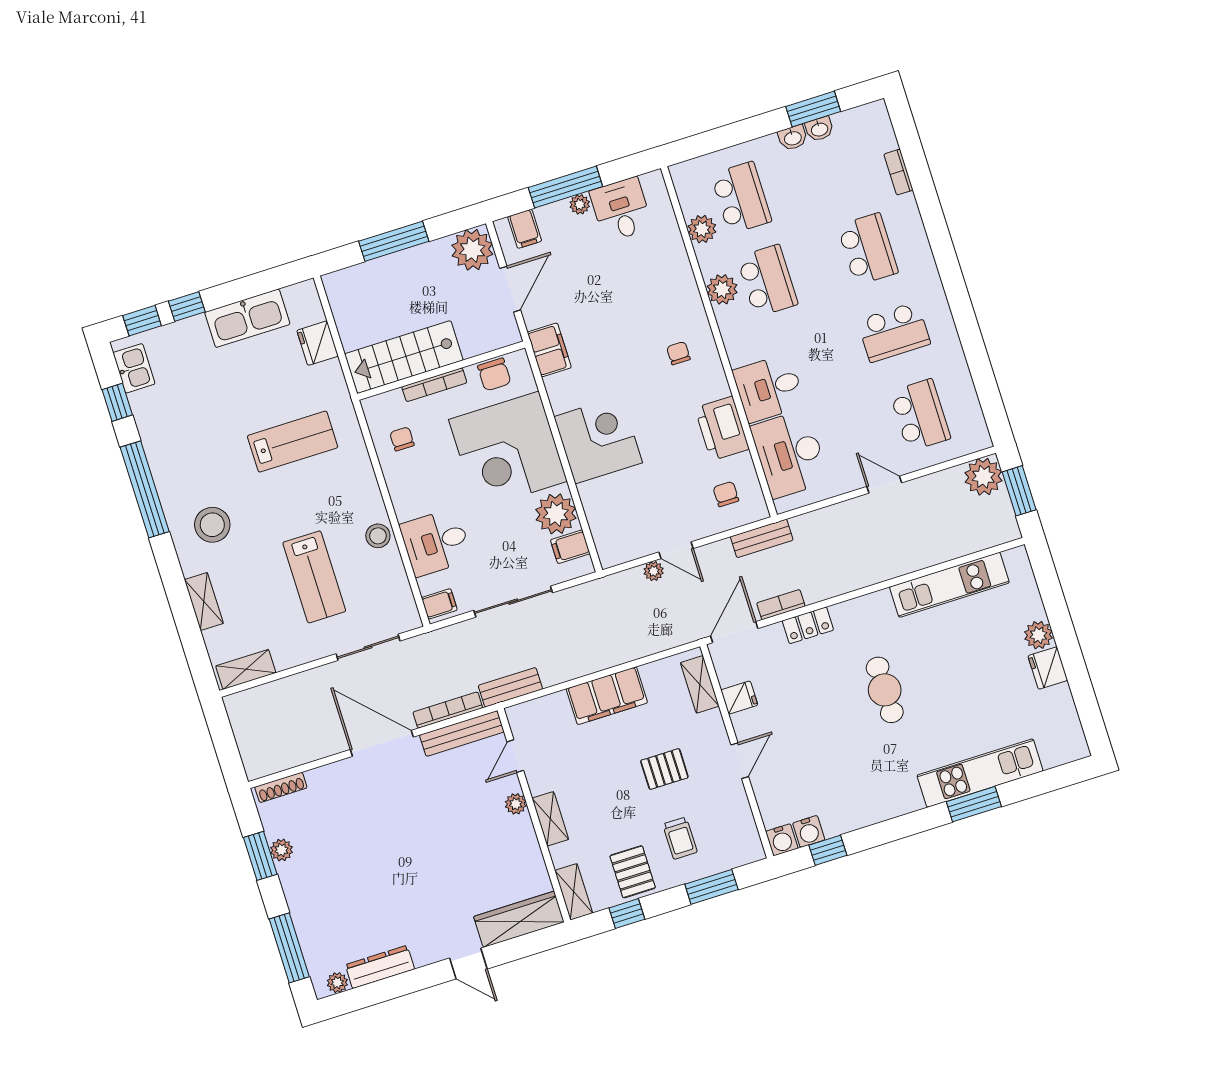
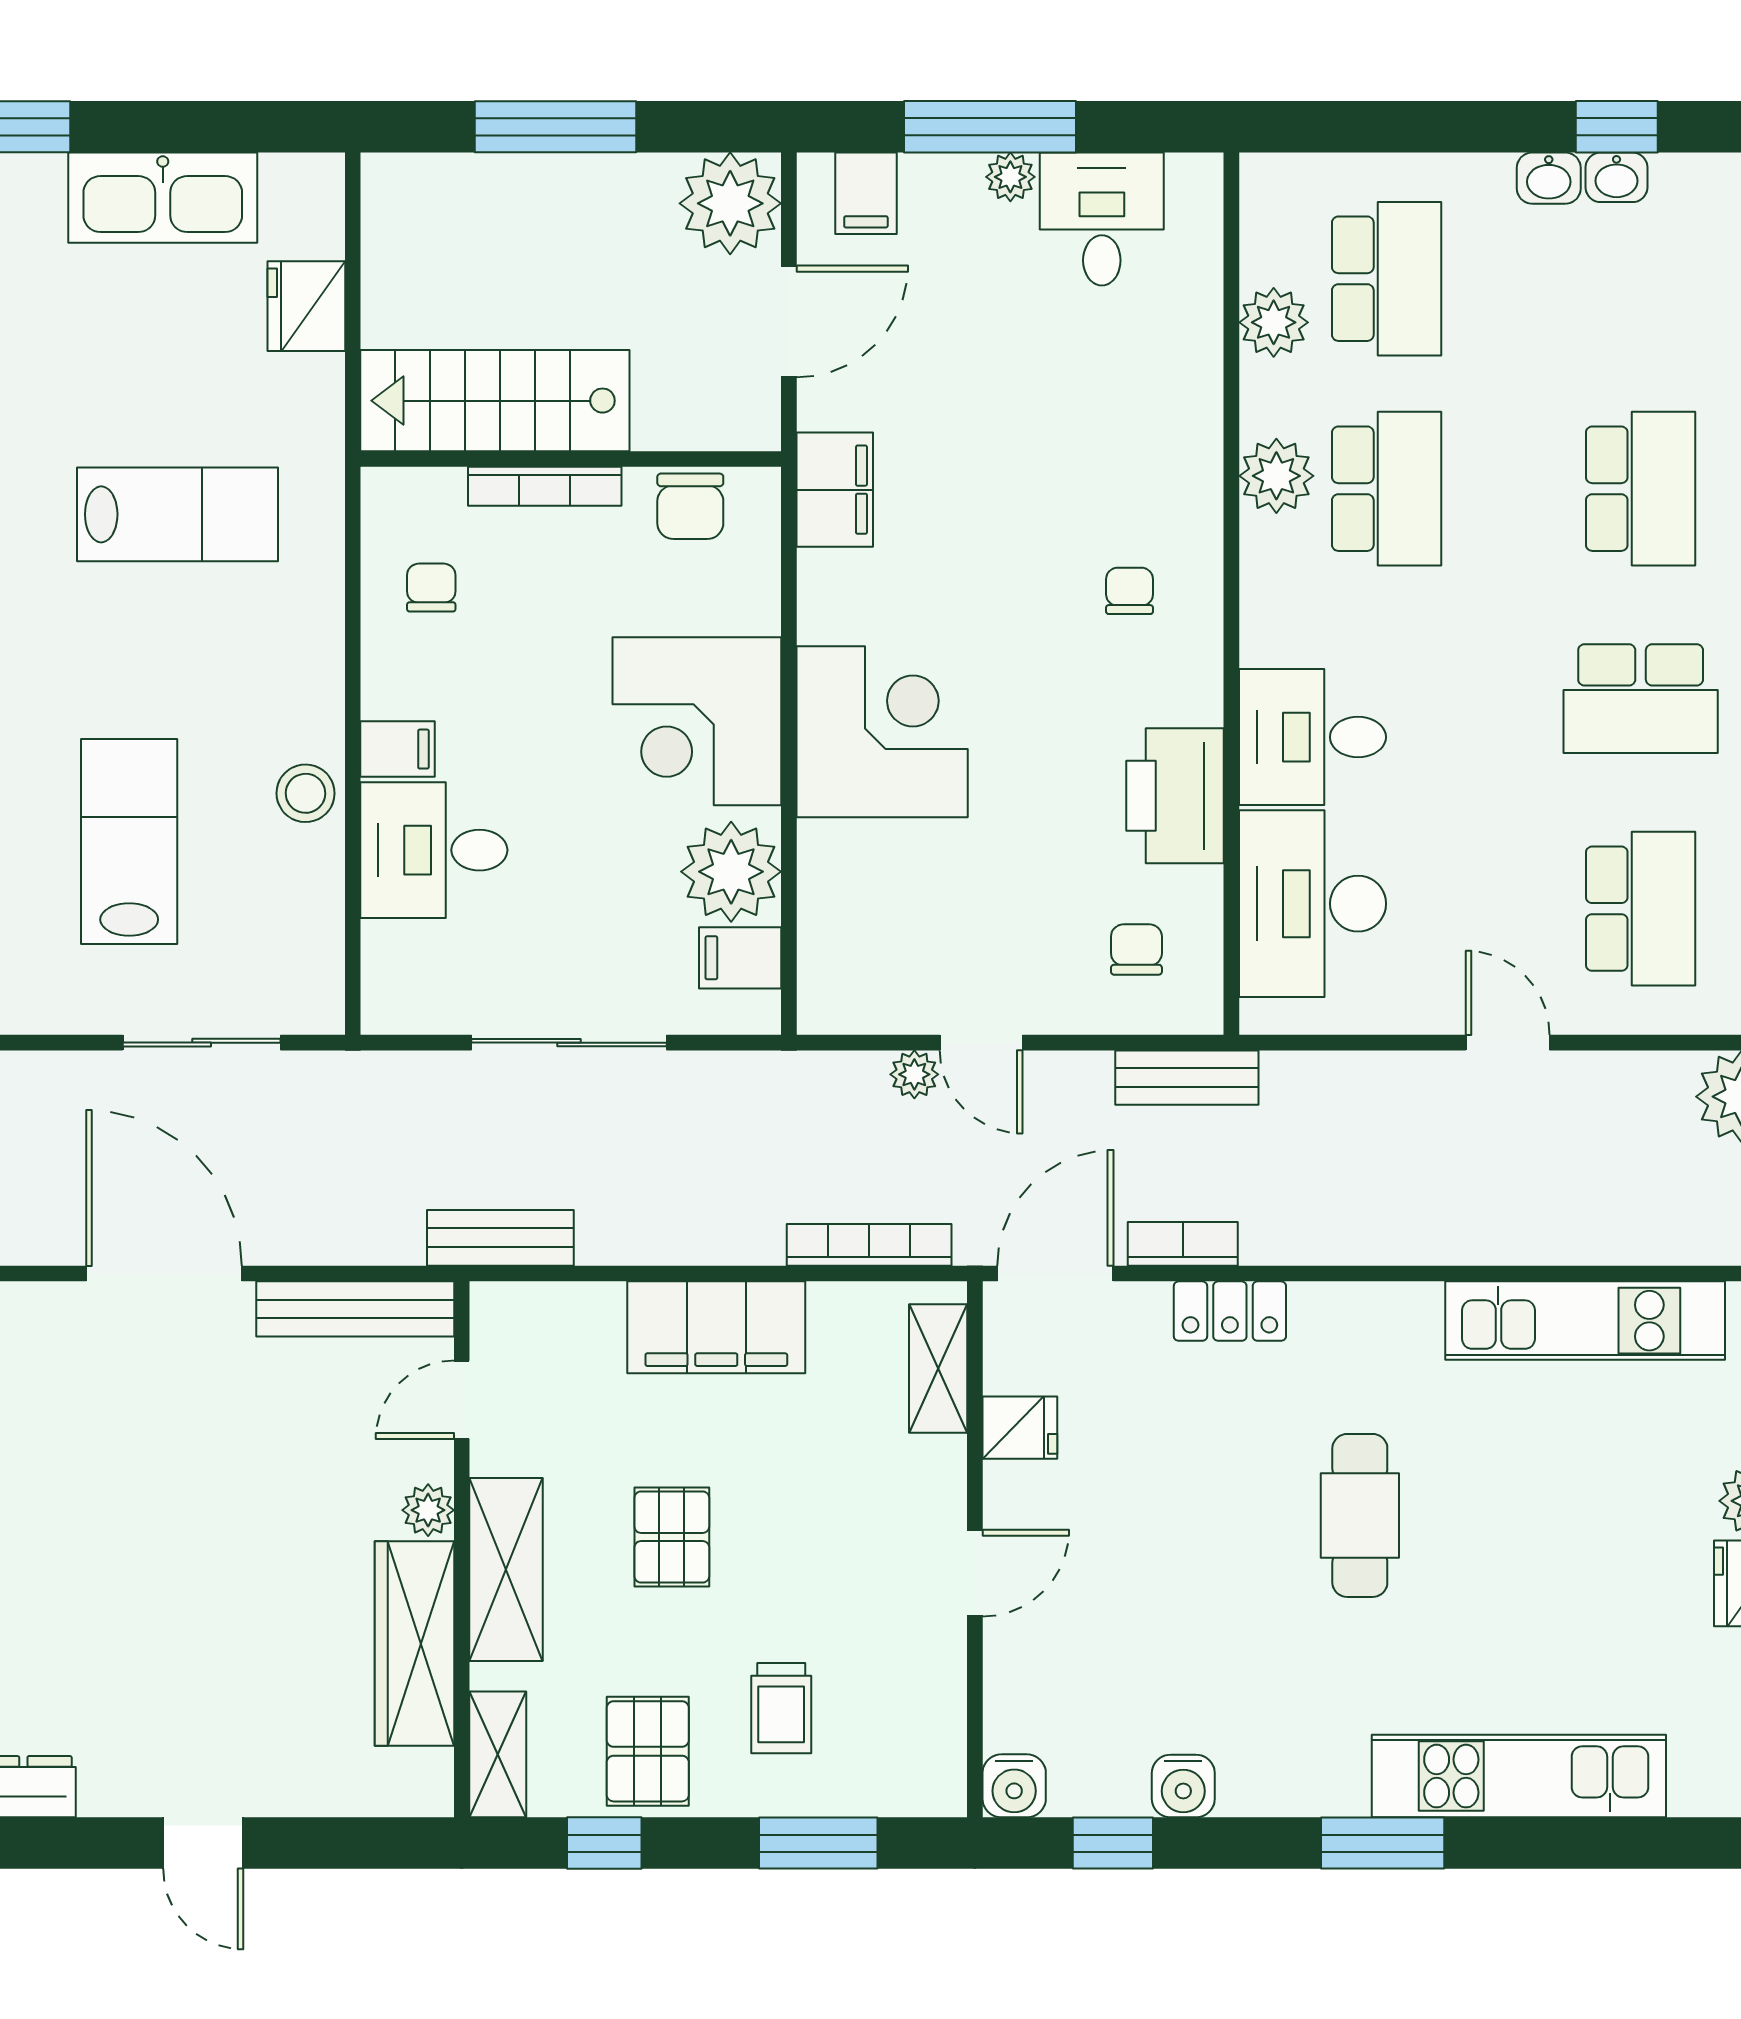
window: (813, 109) -> (1617, 127), width x0.67
corner desk: (508, 450) -> (697, 721), width x0.74, depth x0.74
lab bench: (314, 577) -> (129, 842), turned 180
filing cabinet: (439, 604) -> (397, 749), moved
bookcase: (448, 710) -> (869, 1245), moved
pallet: (664, 769) -> (672, 1537), moved, turned 90
window: (974, 804) -> (1383, 1843), moved
shelving: (550, 819) -> (506, 1570), width x1.50, depth x1.33
water cooler: (809, 831) -> (1183, 1786), moved
wardrobe: (519, 919) -> (414, 1644), moved, turned -90

